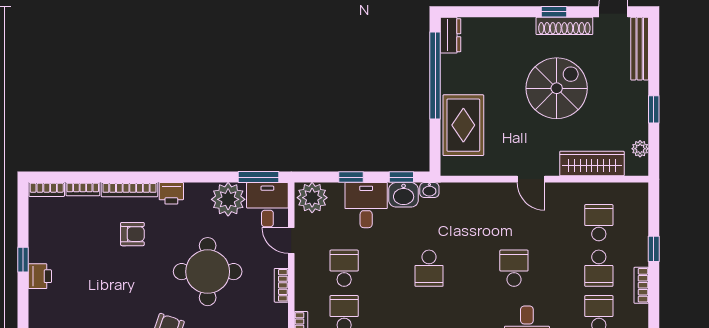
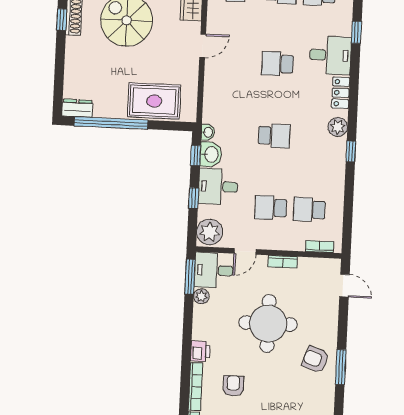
plant: (228, 199) -> (201, 296), width x0.53, depth x0.53

